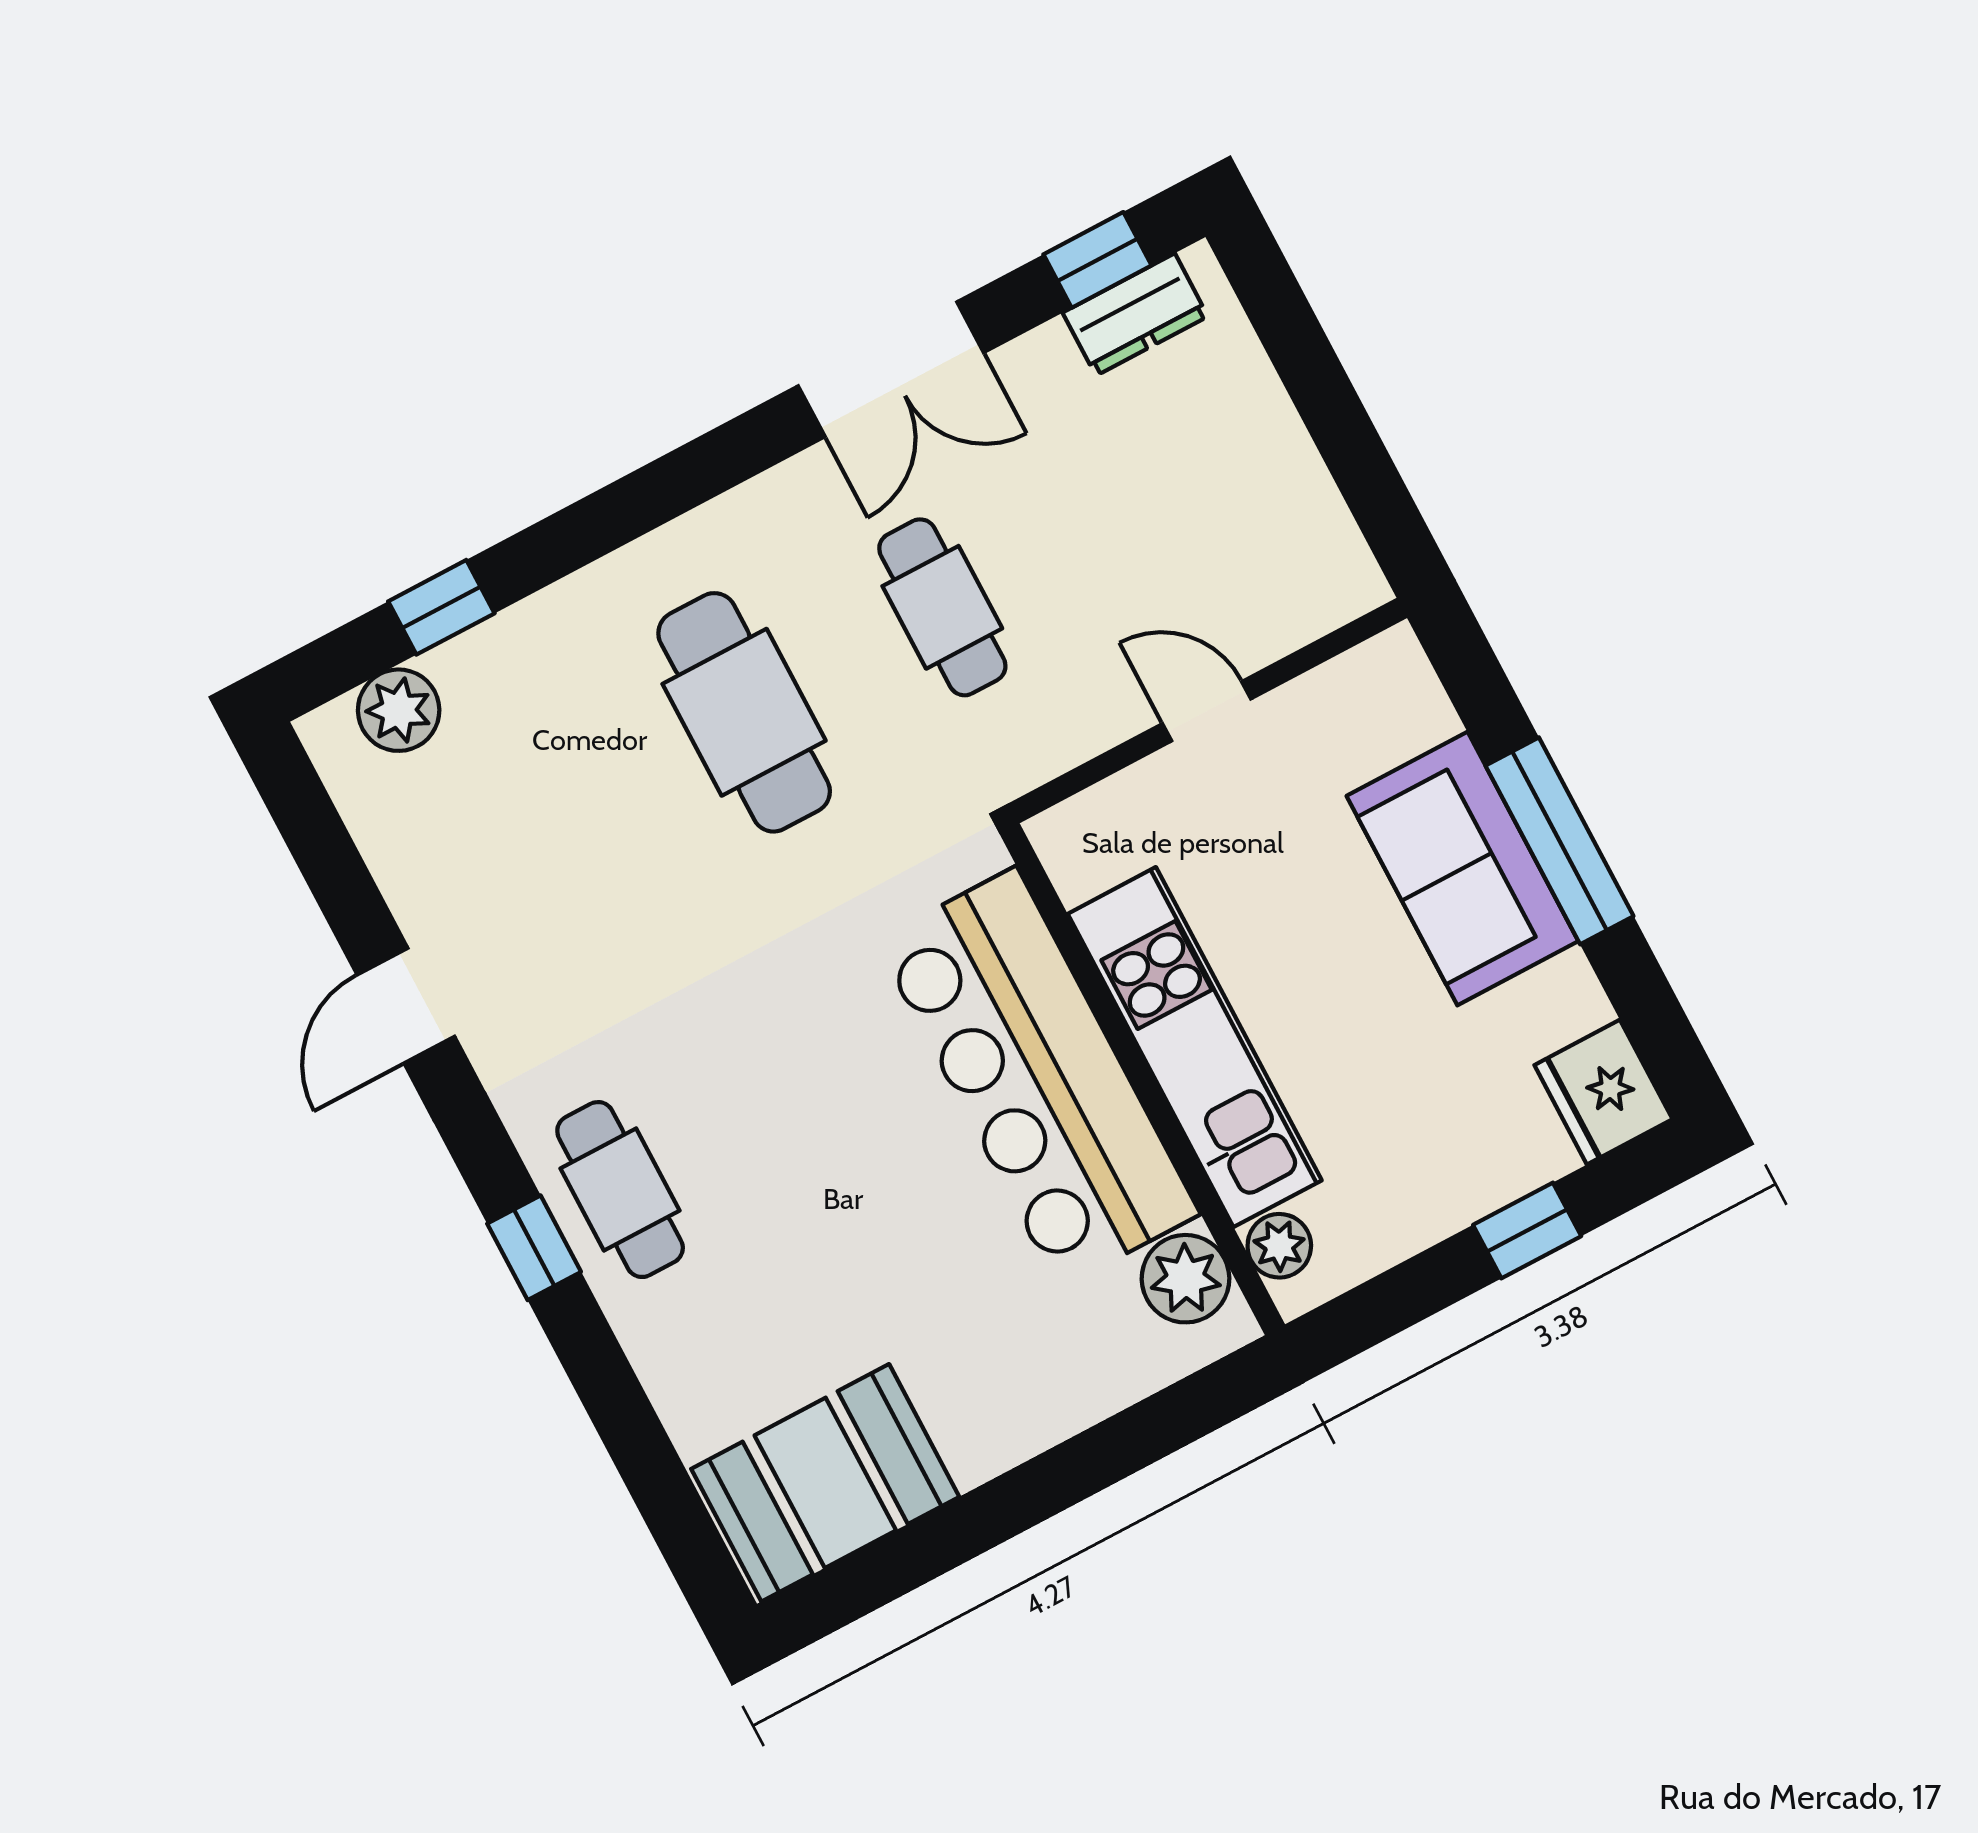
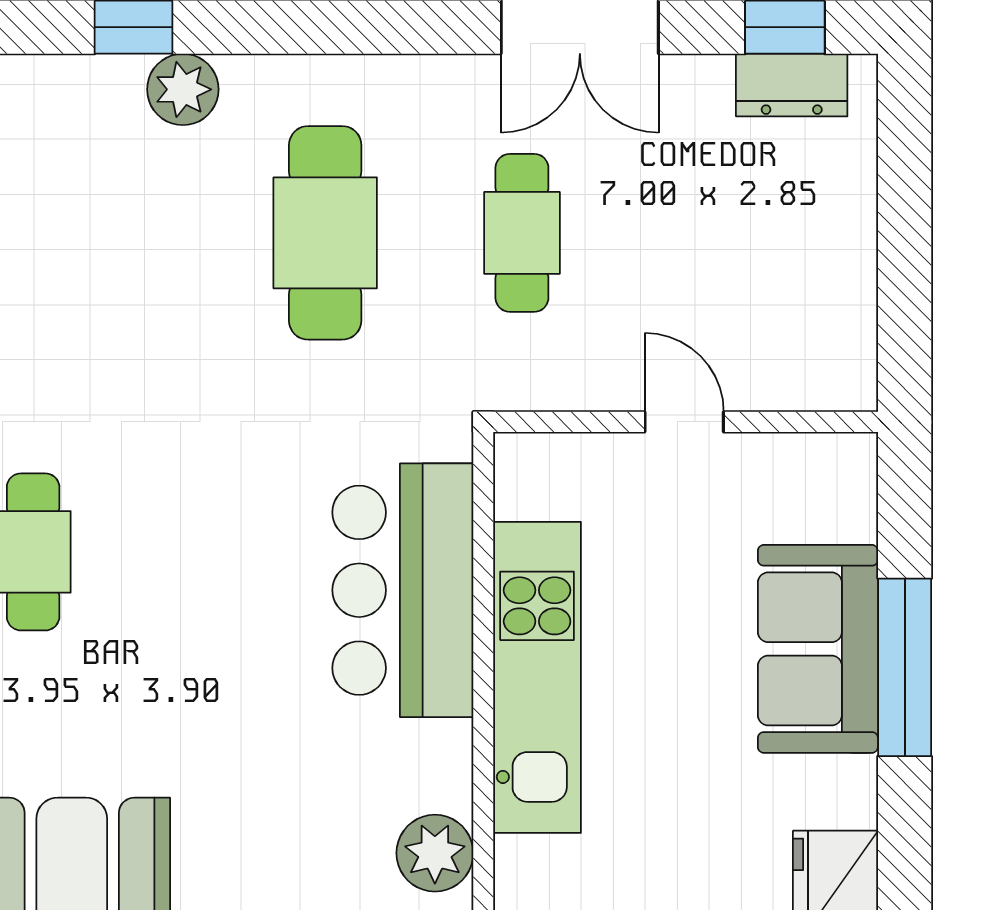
plant: (399, 710) -> (183, 89), moved
bar counter: (1038, 1077) -> (403, 590), width x0.73
plant: (1279, 1246) -> (521, 866), removed

